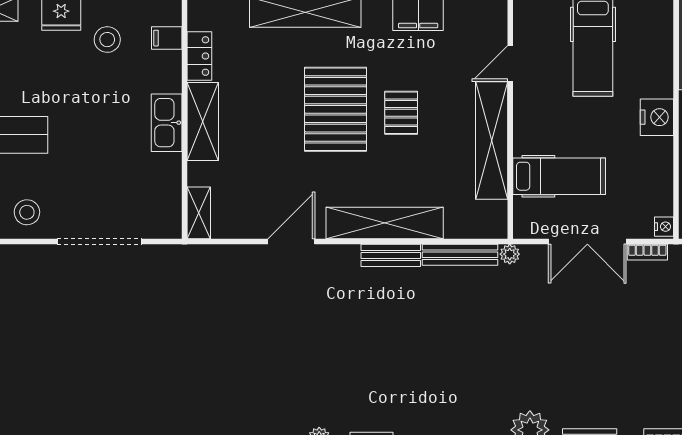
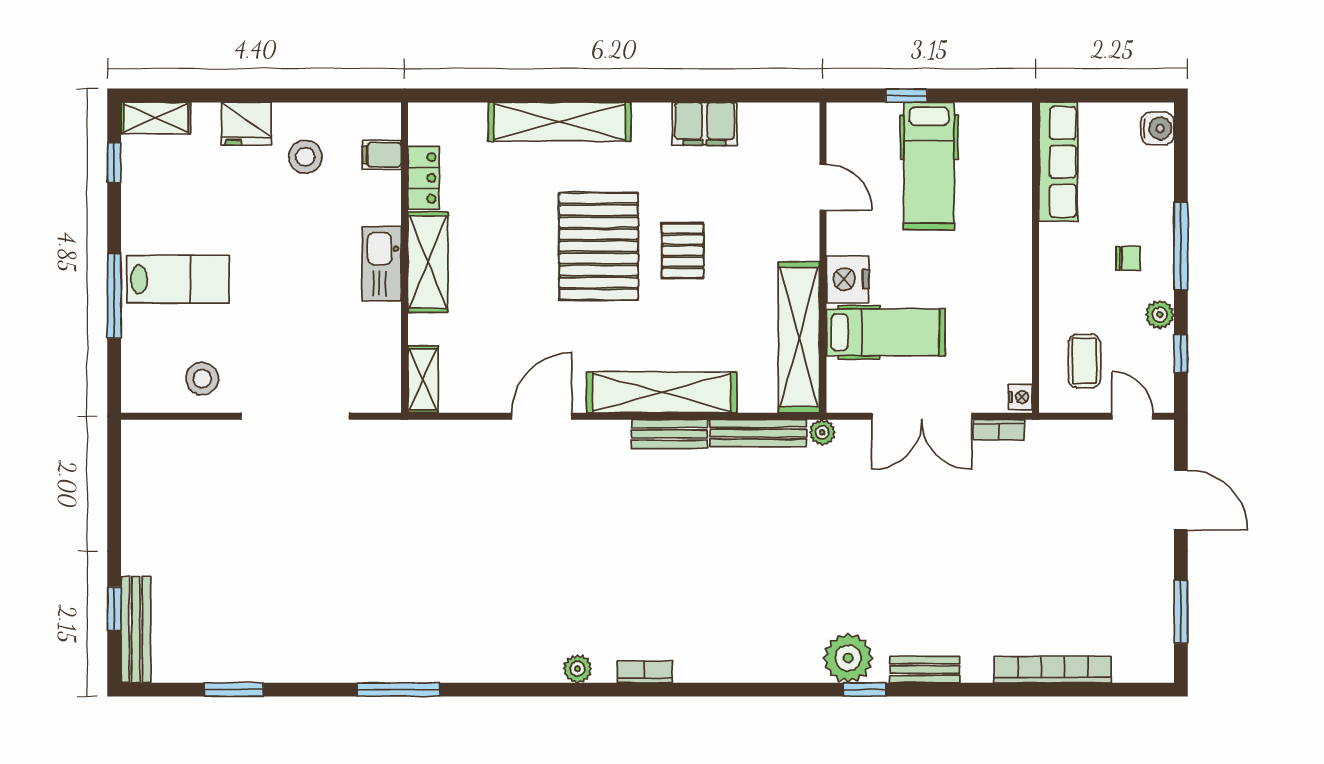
door: (510, 63) -> (823, 187), swing flipped
nightstand: (657, 117) -> (848, 279), moved, turned 180
shelving: (492, 140) -> (799, 337), moved

